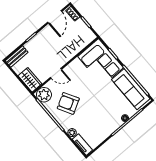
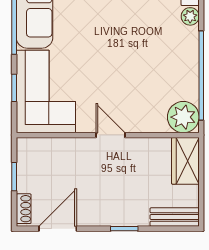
door: (56, 73) -> (111, 135), moved
armchair: (68, 103) -> (156, 69), removed

